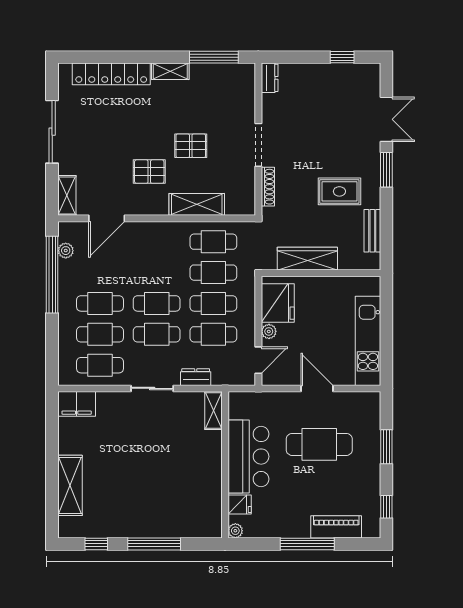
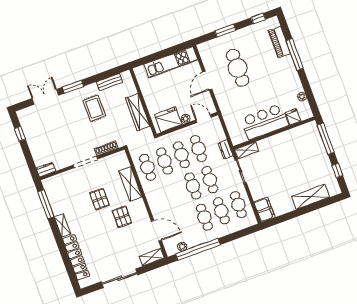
shelving: (214, 411) -> (247, 150), moved
bar counter: (248, 457) -> (265, 122), moved
wall: (225, 465) -> (274, 133), moved
fridge: (240, 504) -> (293, 117), moved

